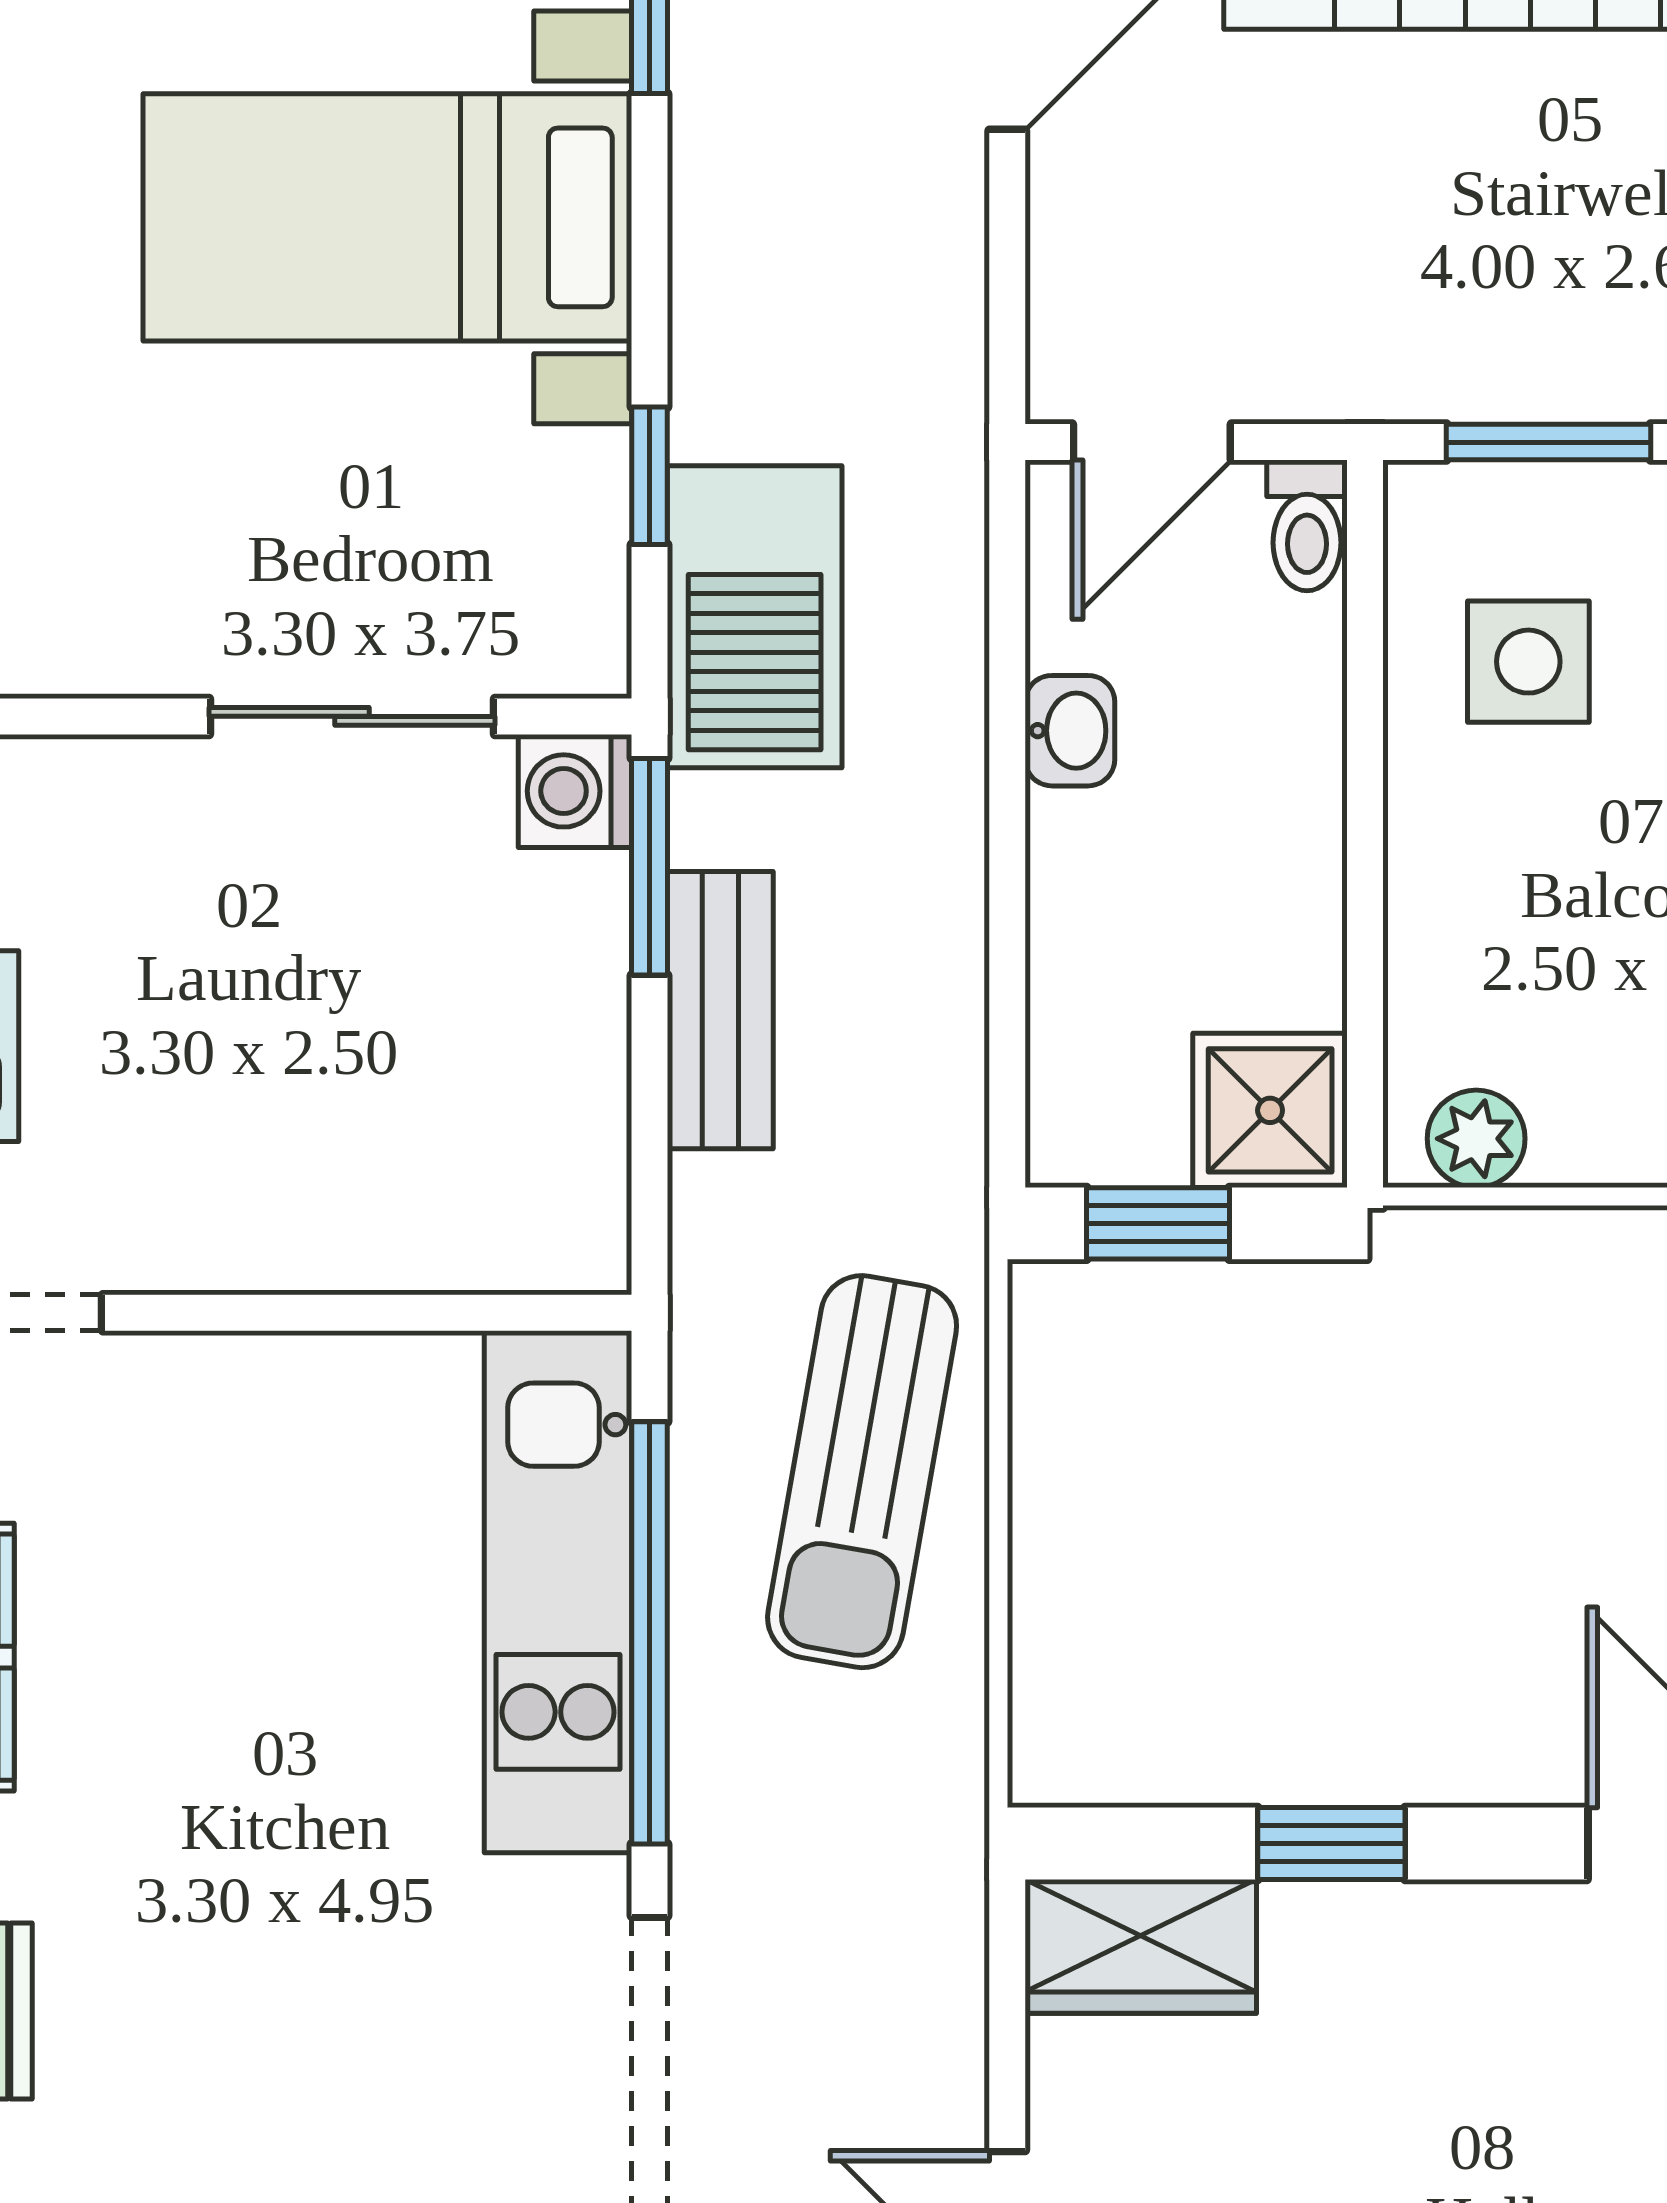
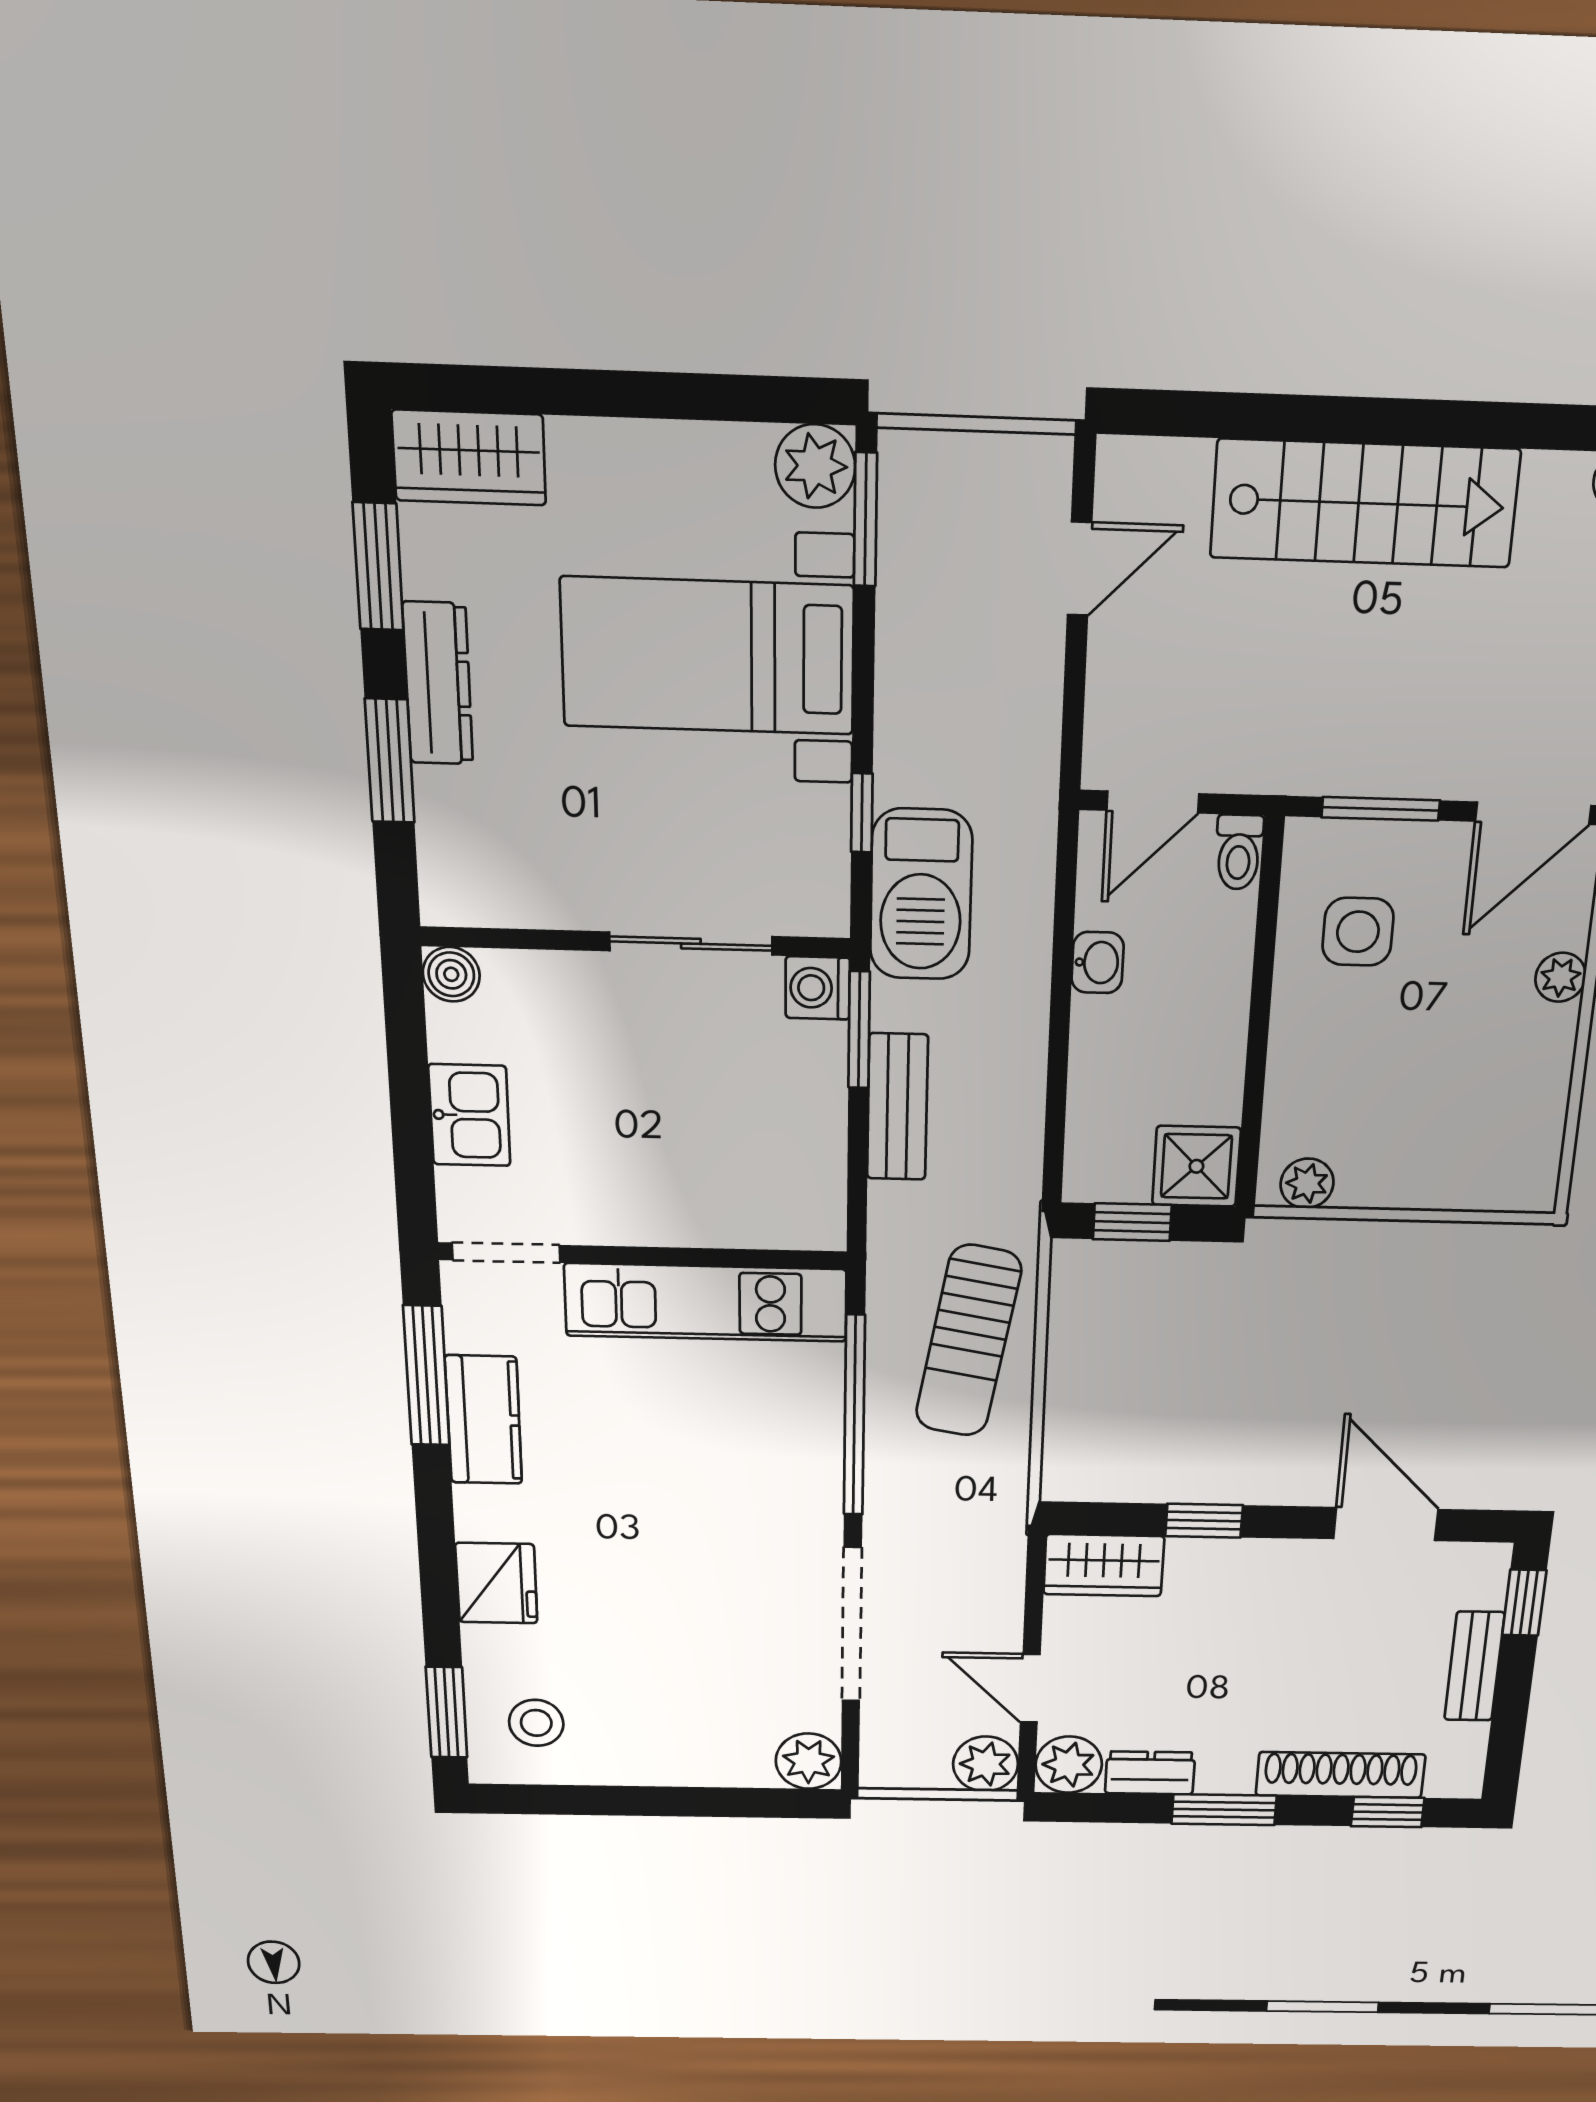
kitchen unit: (558, 1592) -> (706, 1302), moved, turned -90

